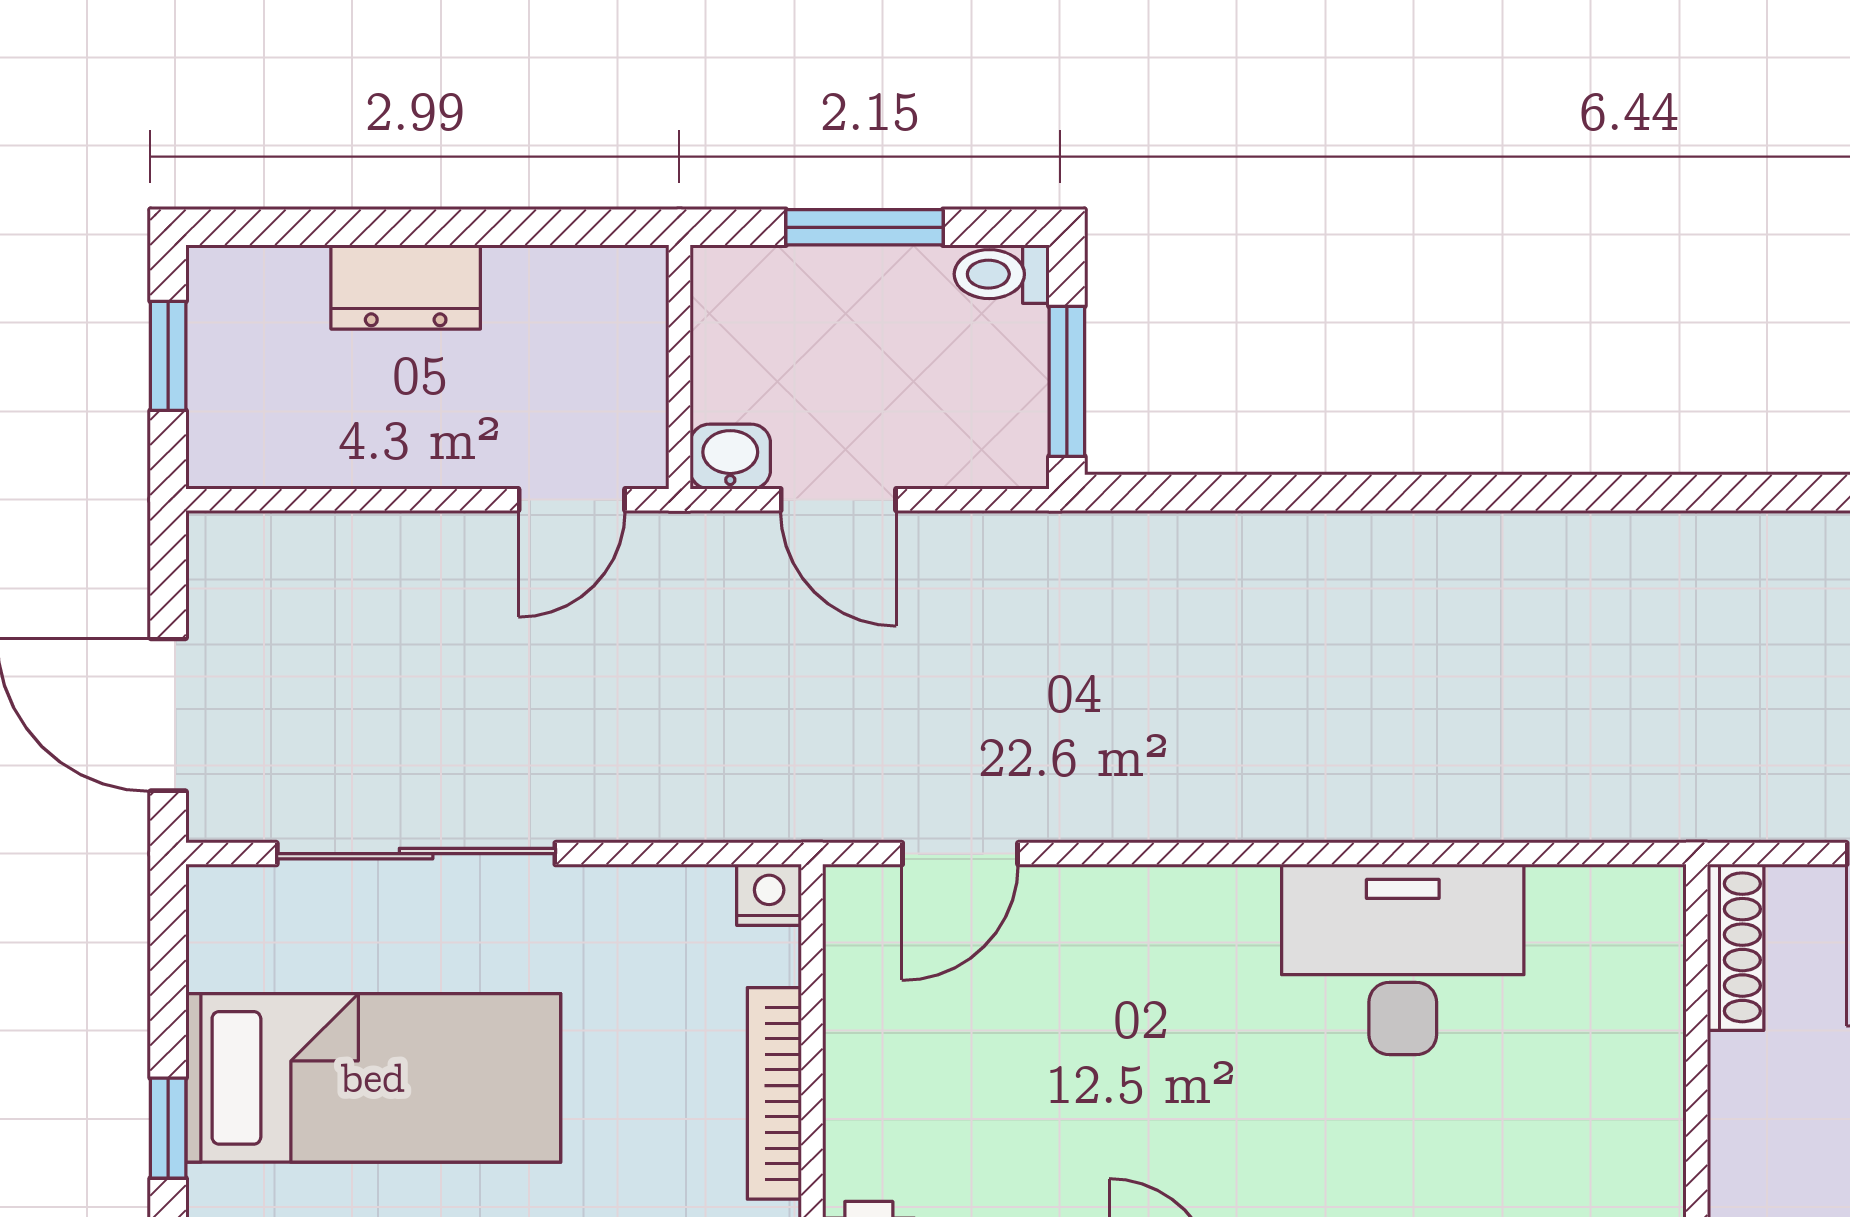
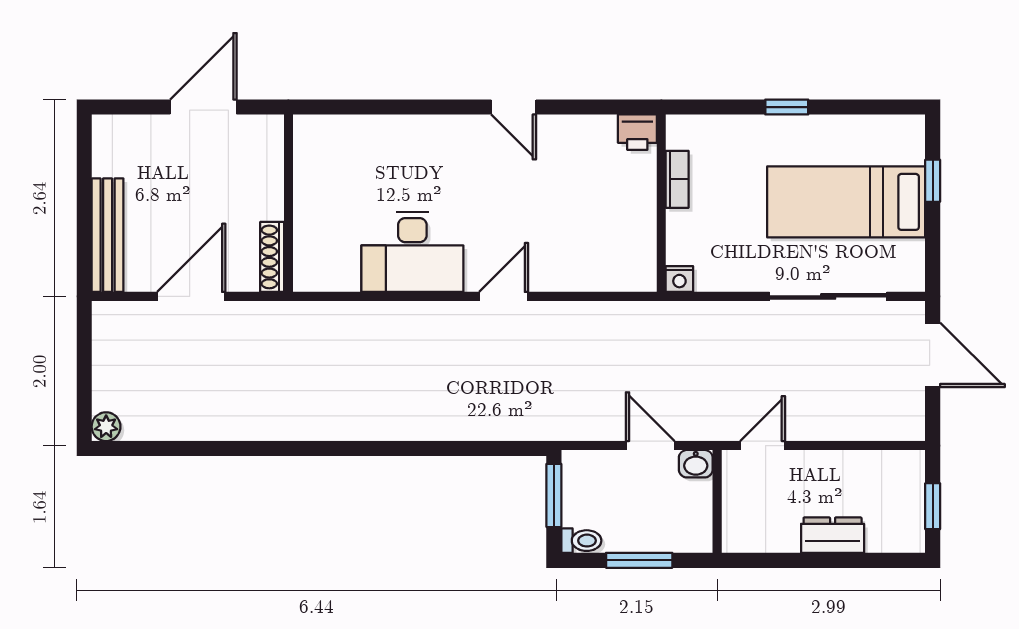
door: (960, 854) -> (504, 296), moved
bookcase: (774, 1093) -> (677, 179), width x0.64

